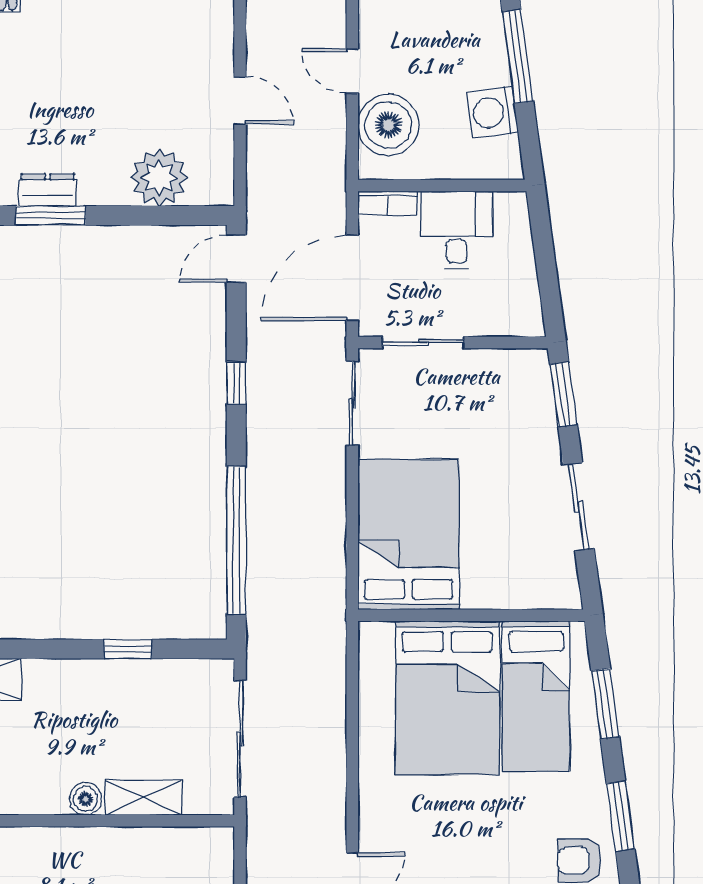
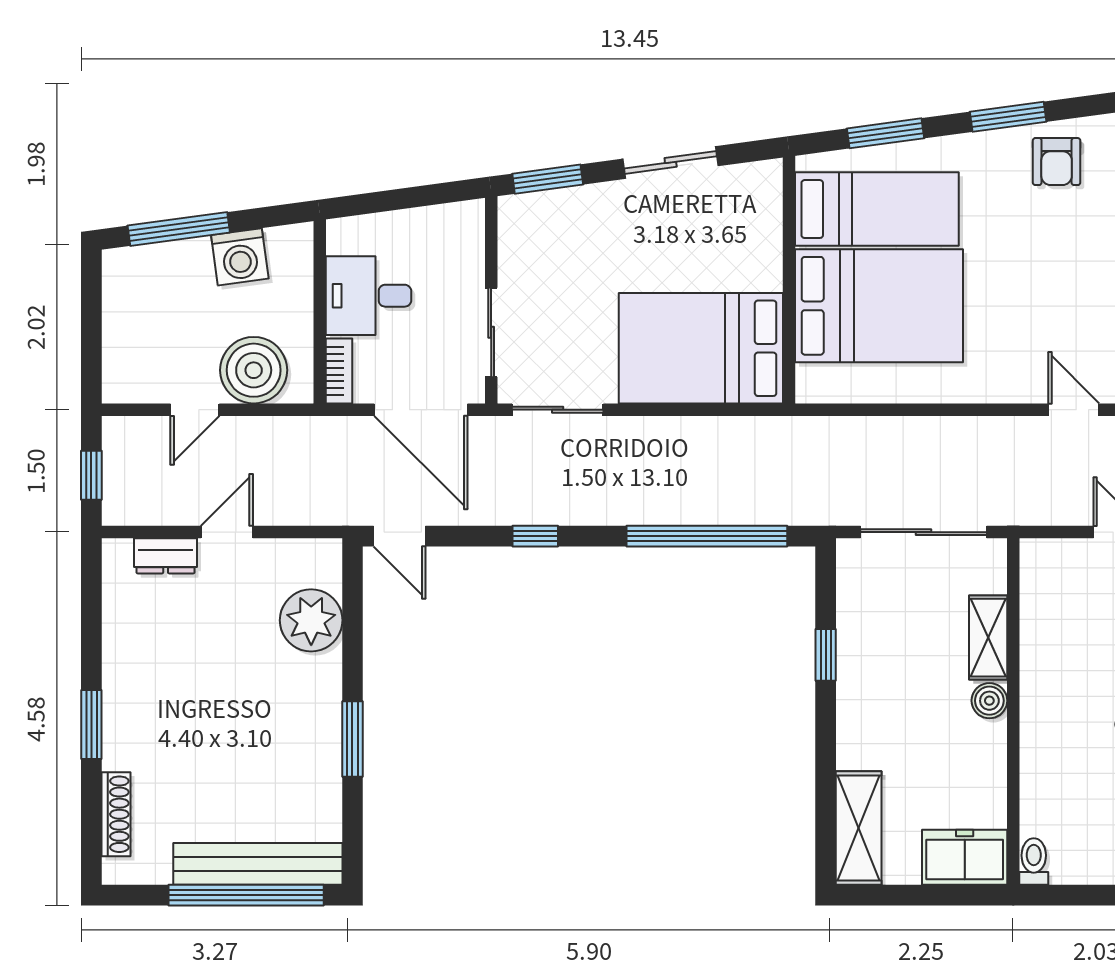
dresser: (48, 190) -> (166, 556), moved, turned -90

